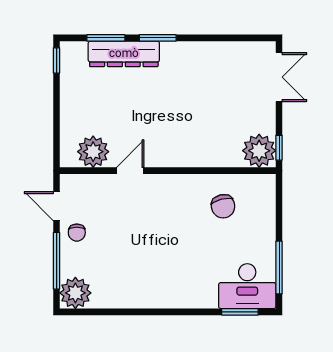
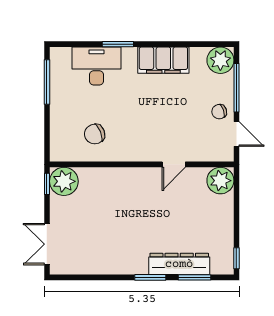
plant: (93, 152) -> (220, 181), moved
chair: (223, 206) -> (95, 134), turned -98
chair: (77, 233) -> (219, 112), turned -109
desk: (247, 286) -> (97, 66), moved
filing cabinet: (142, 293) -> (163, 60), added
window: (240, 312) -> (118, 44), moved

